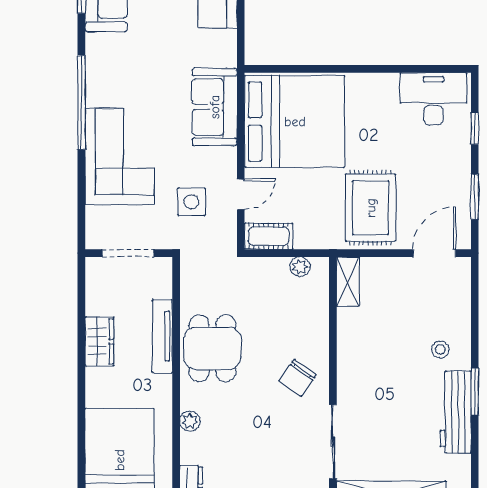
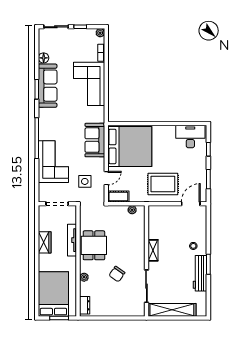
rug: (371, 208) -> (163, 184), turned 90
shelving: (348, 282) -> (153, 250), moved
chair: (298, 378) -> (117, 274), moved

